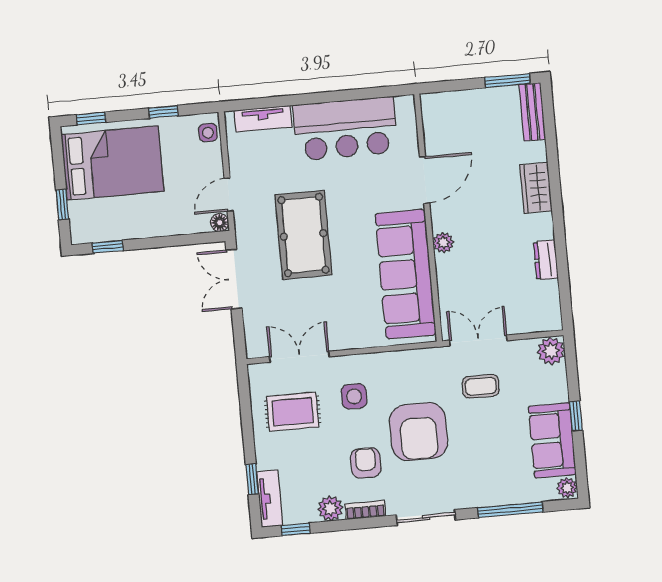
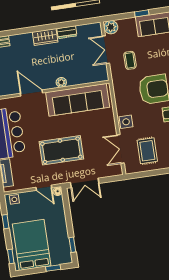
wardrobe: (536, 188) -> (45, 37), moved
double door: (478, 340) -> (106, 50), moved
side table: (354, 396) -> (126, 122), moved

